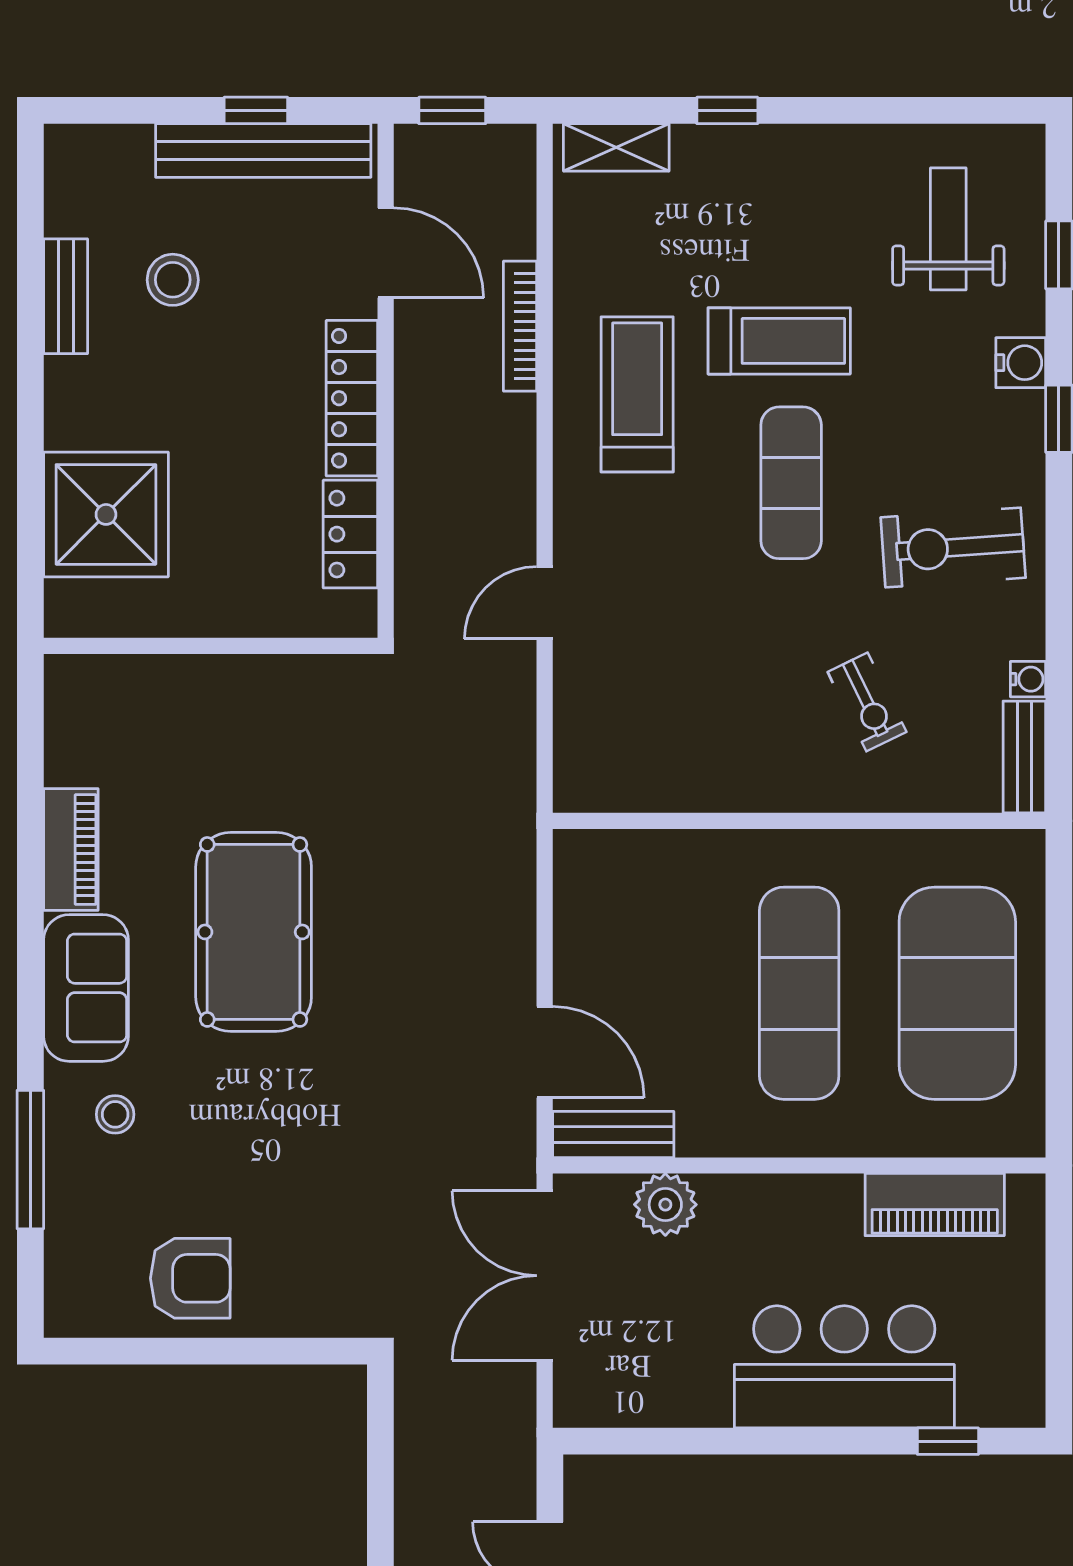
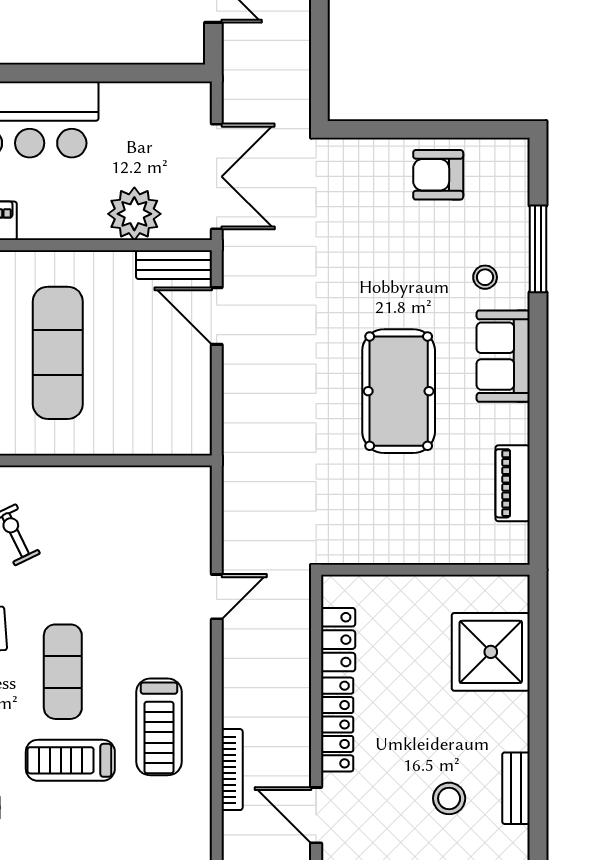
piano: (71, 849) -> (513, 483), moved
plant: (665, 1205) -> (134, 214), width x1.36, depth x1.36

